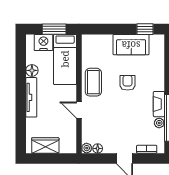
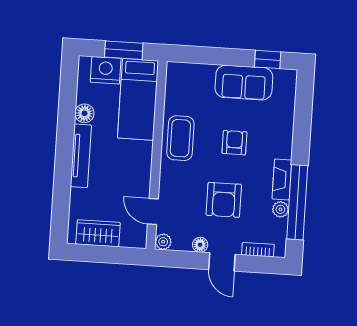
door: (79, 110) -> (153, 211), moved
armchair: (123, 119) -> (224, 200), added
floor lamp: (98, 148) -> (200, 245), moved

